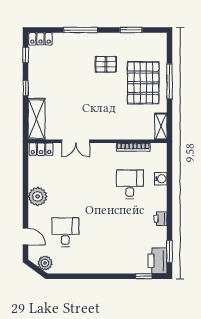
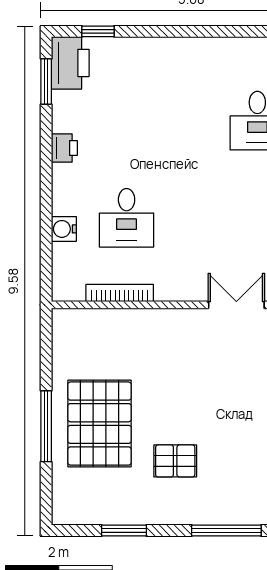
shelving: (161, 126) -> (64, 335), removed

